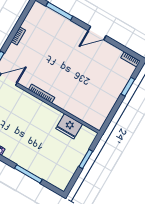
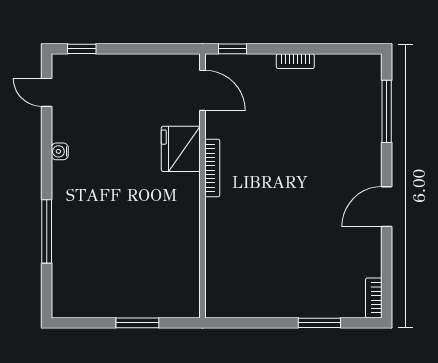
door: (97, 33) -> (387, 207), hinge flipped
fridge: (69, 126) -> (181, 149), moved

